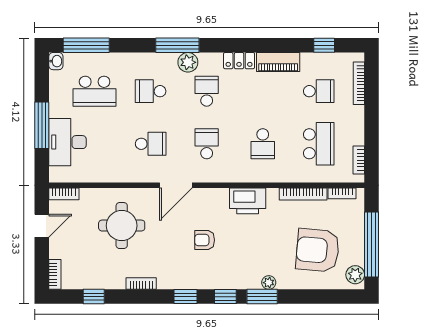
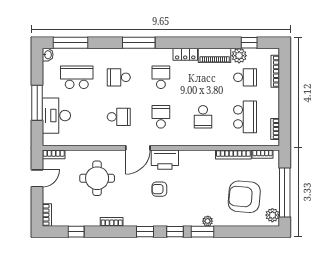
plant: (188, 62) -> (239, 56), moved
school desk: (95, 91) -> (77, 77), turned 180
printer: (248, 201) -> (165, 160), moved

